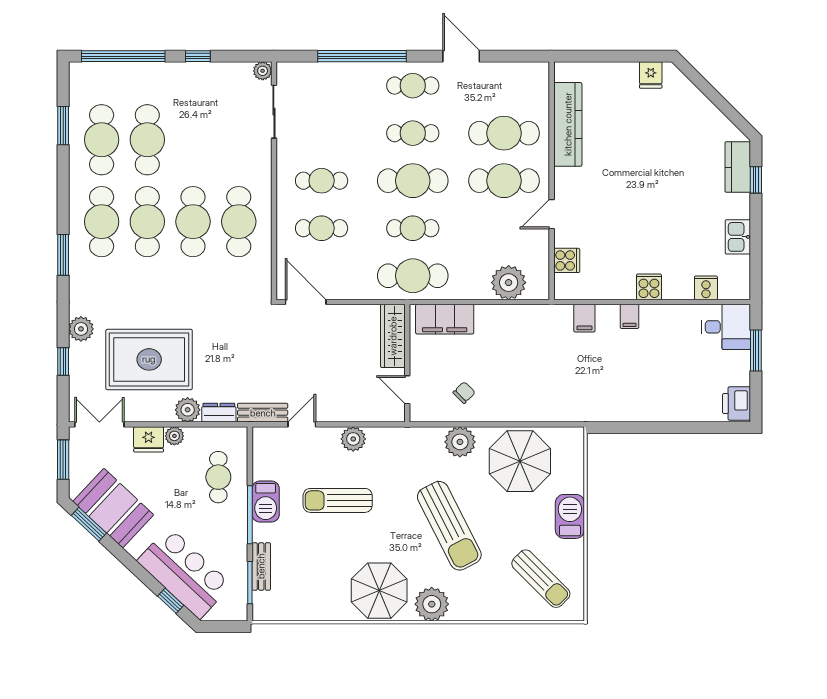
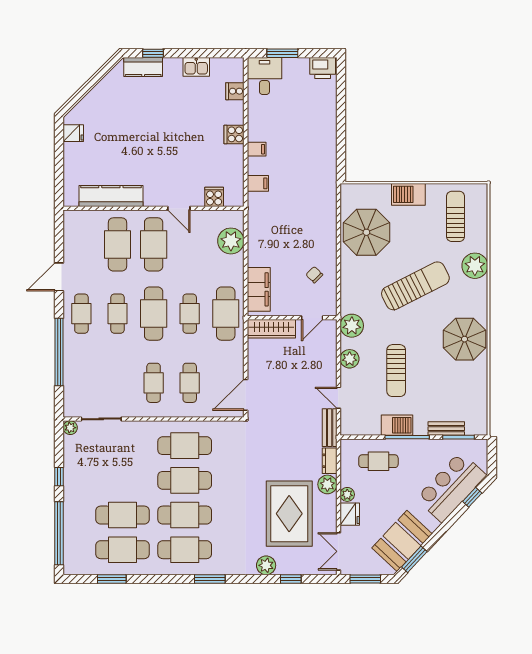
plant: (460, 442) -> (352, 326), moved
sun lounger: (541, 579) -> (456, 216), turned -45
plant: (432, 604) -> (475, 266), moved

